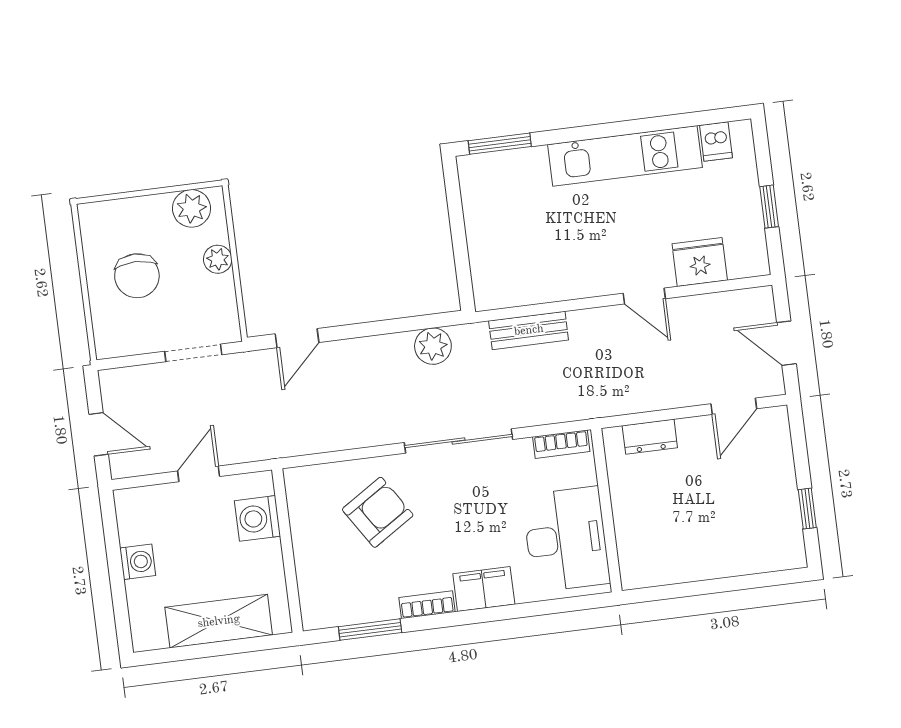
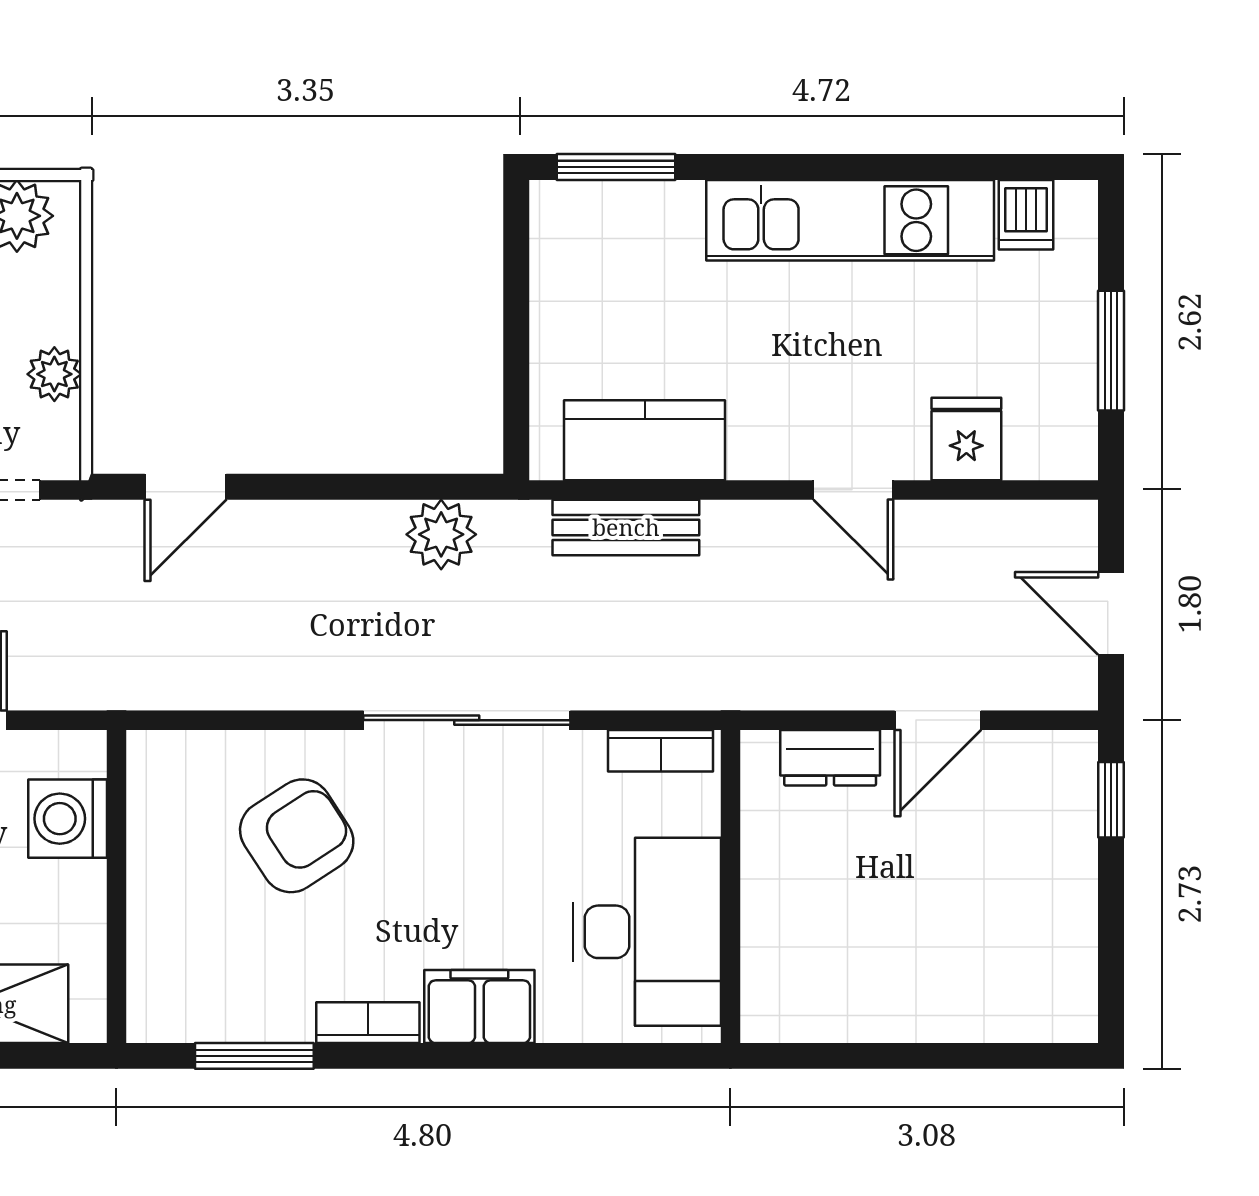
window: (769, 207) -> (1111, 351), width x1.50
plant: (218, 259) -> (54, 374), moved
fridge: (700, 262) -> (966, 439), width x0.72
kitchen counter: (533, 284) -> (645, 440), added
door: (734, 406) -> (938, 720), moved
window: (807, 509) -> (1111, 800), moved

